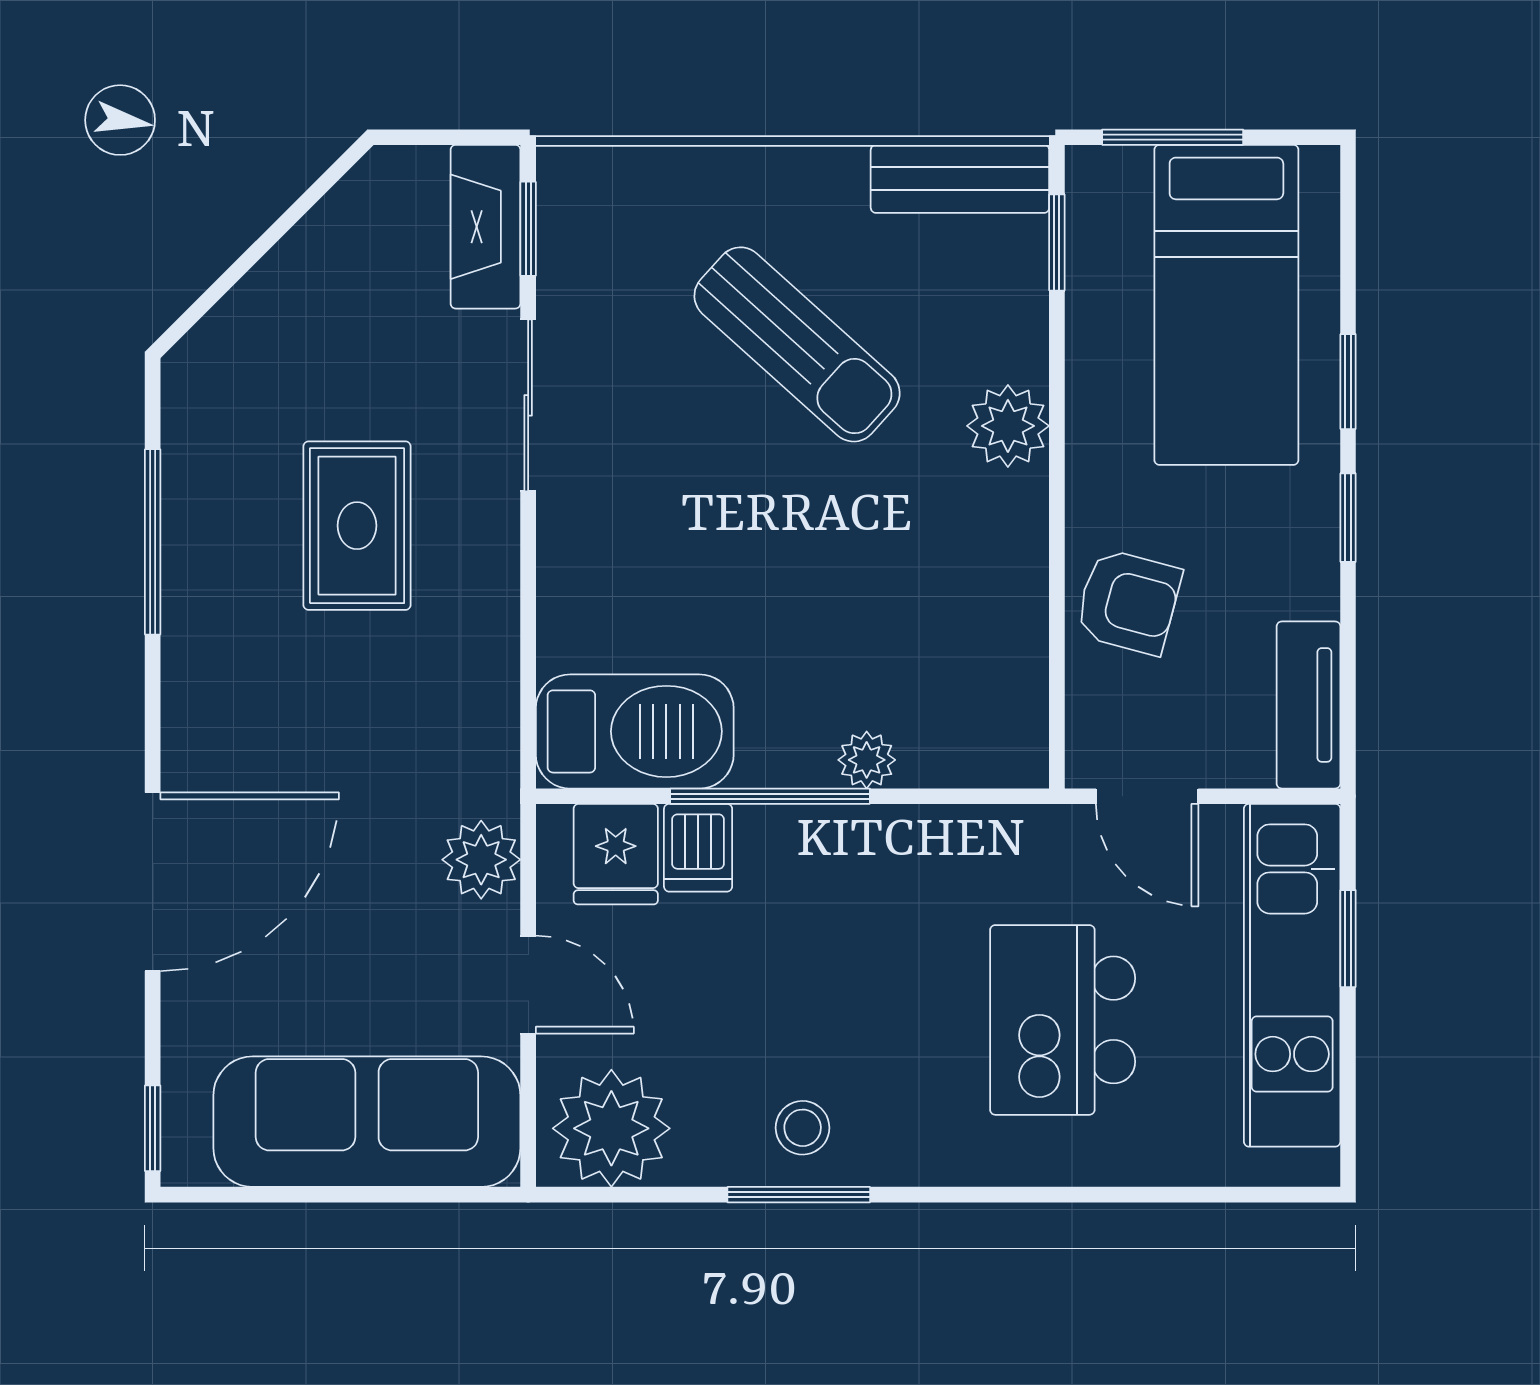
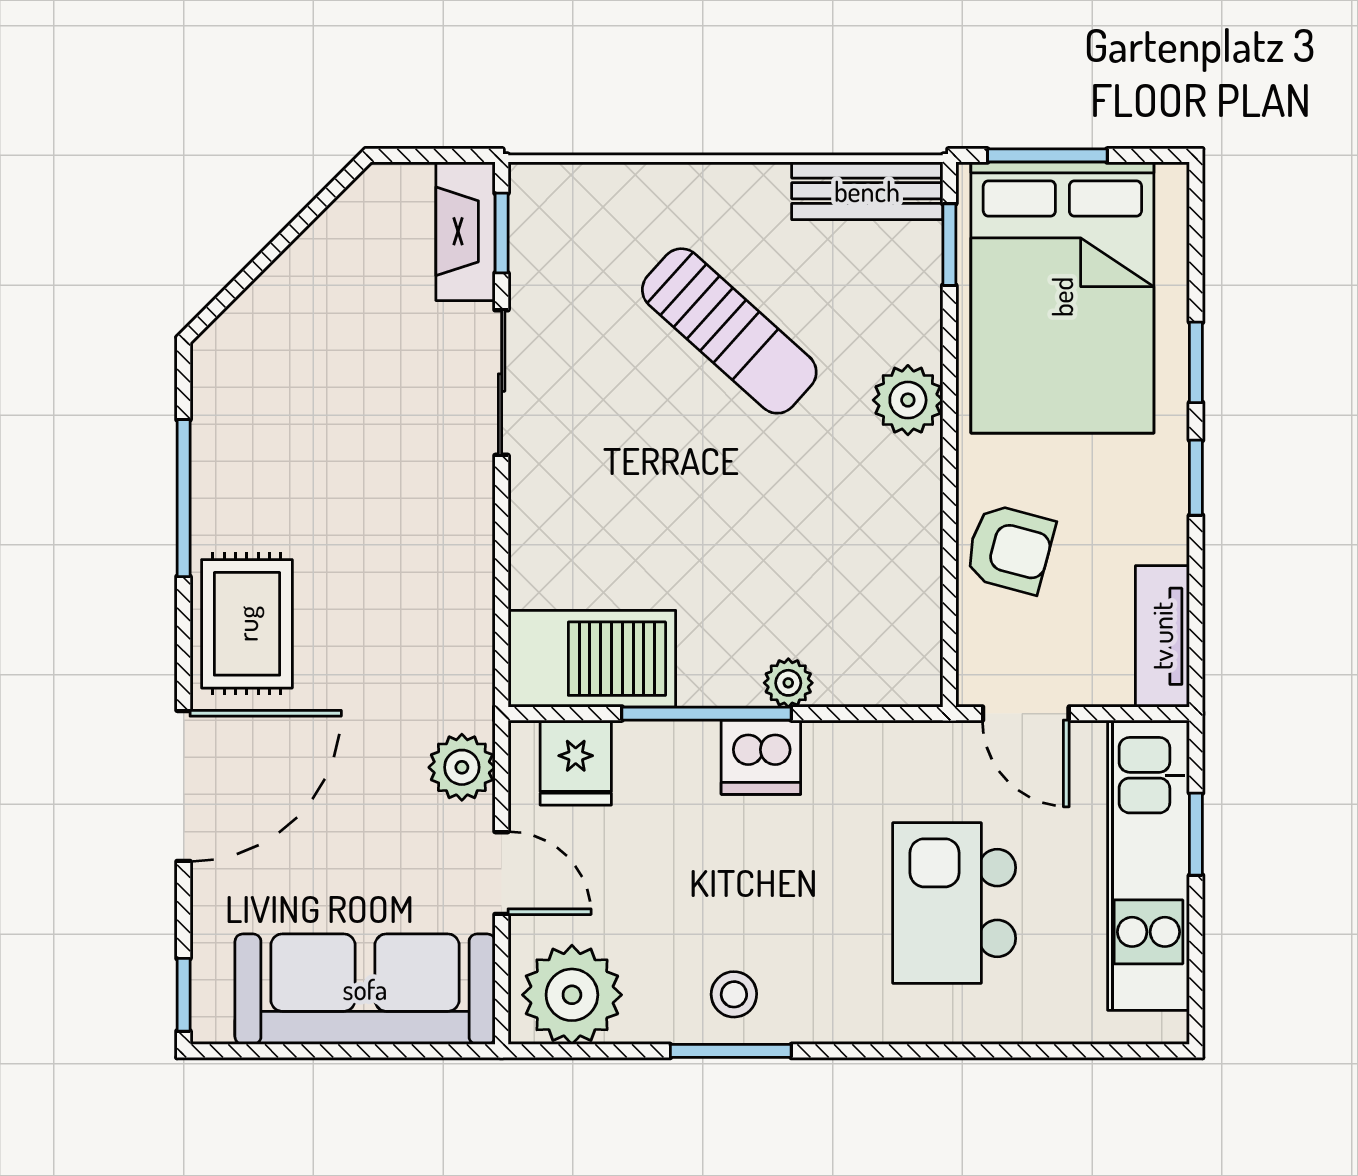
bed: (1226, 305) -> (1062, 297), width x1.50
rug: (357, 526) -> (247, 624), moved
dishwasher: (698, 848) -> (761, 757), moved, width x1.38

